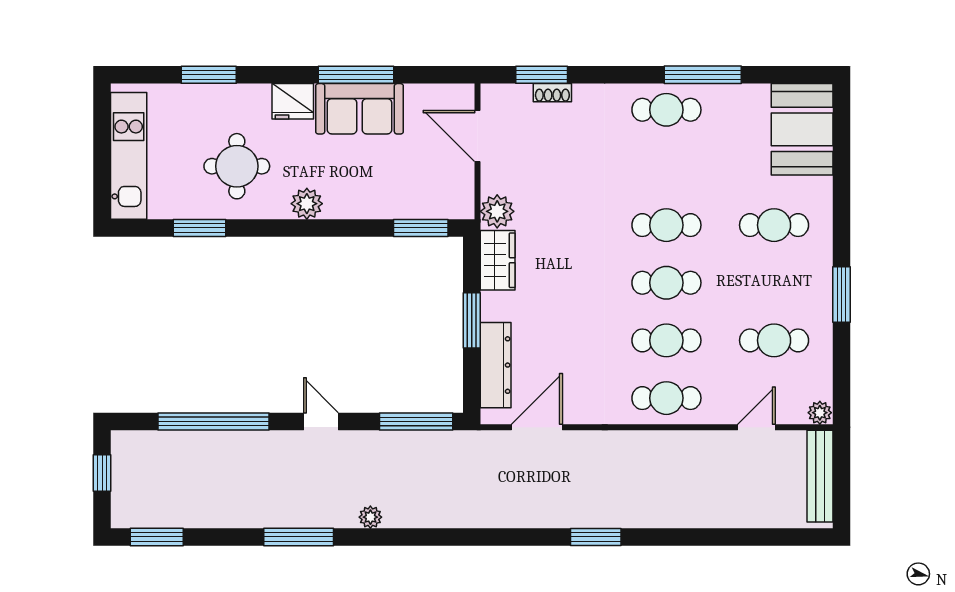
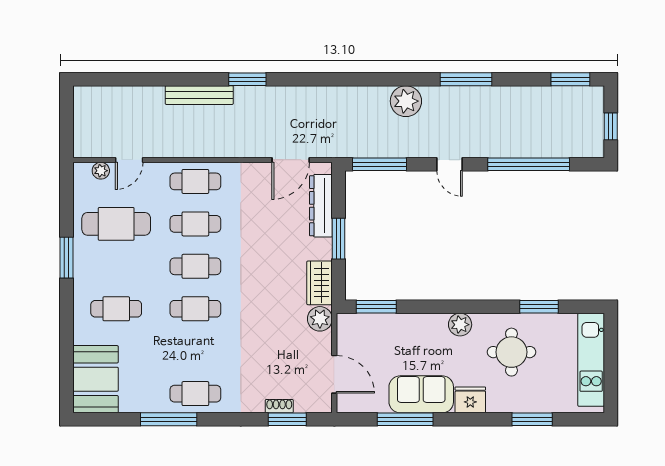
window: (356, 75) -> (405, 419), moved
cafe table: (774, 340) -> (116, 224), width x1.37, depth x1.35
plant: (820, 413) -> (101, 171), moved
bench: (820, 476) -> (199, 95), moved, turned 90
plant: (370, 517) -> (406, 101), width x1.87, depth x1.87

